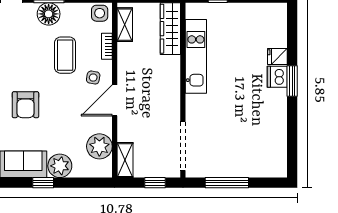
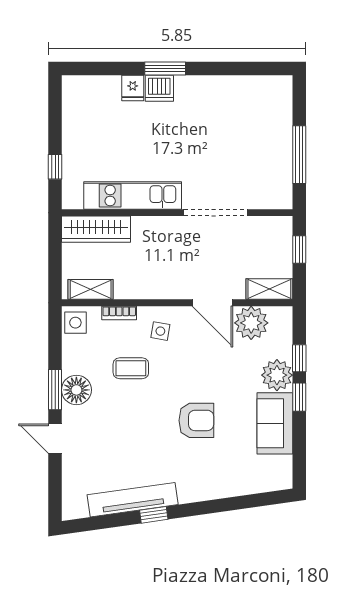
coffee table: (65, 55) -> (131, 368), width x0.73, depth x0.77
door: (115, 100) -> (212, 303), moved
doorway: (183, 146) -> (216, 213), moved
window: (73, 183) -> (299, 358), added

